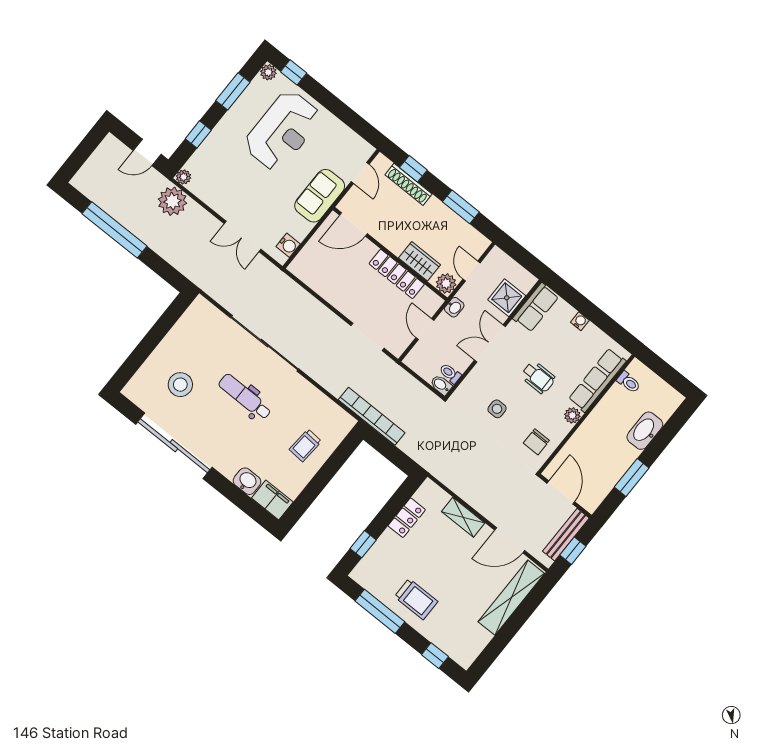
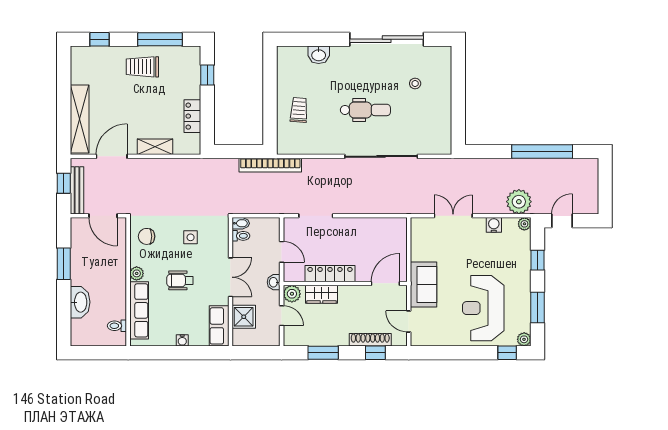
water cooler: (288, 245) -> (494, 225), moved, turned 90
stool: (180, 385) -> (415, 83), width x0.53, depth x0.53
chair: (536, 442) -> (147, 236), turned -90
filing cabinet: (272, 500) -> (292, 56), removed

